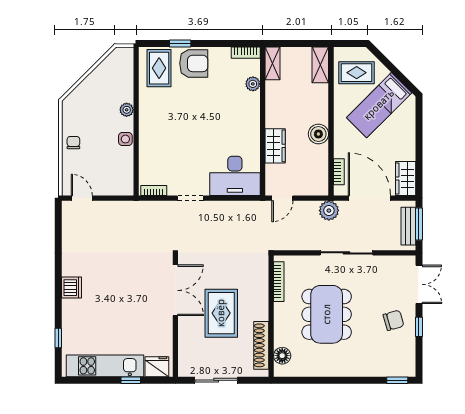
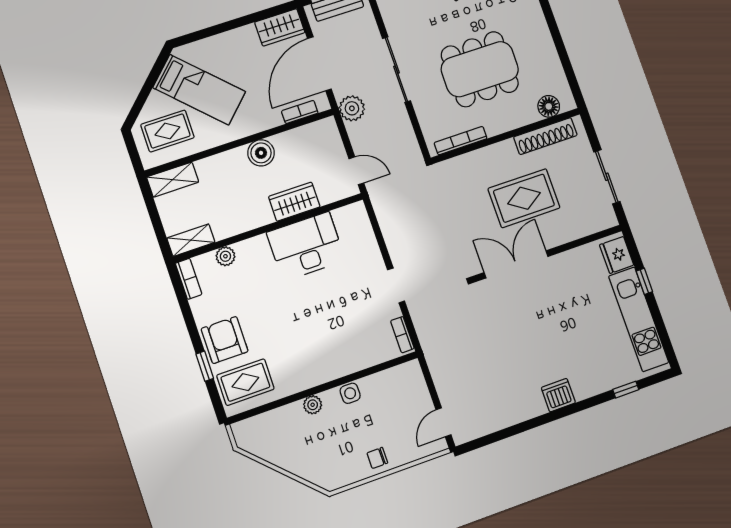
rug: (357, 73) -> (167, 131), turned 90
desk: (235, 176) -> (306, 246), moved, turned -90

